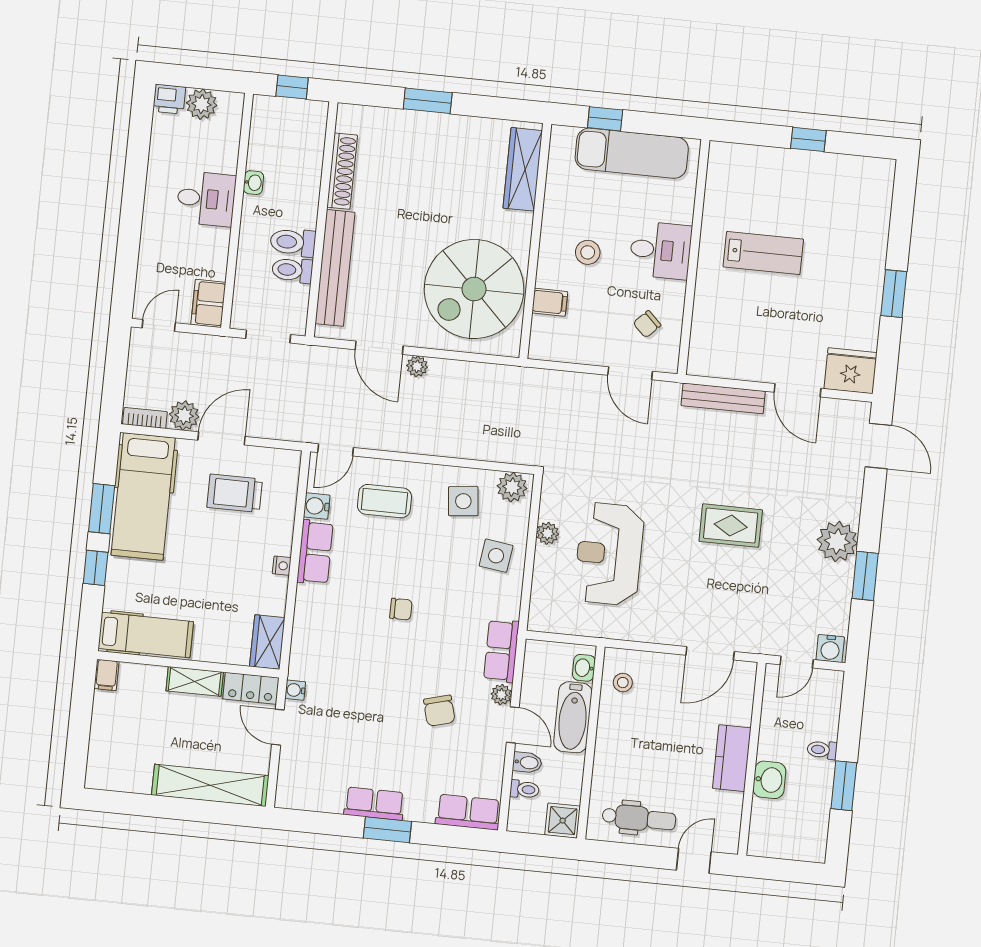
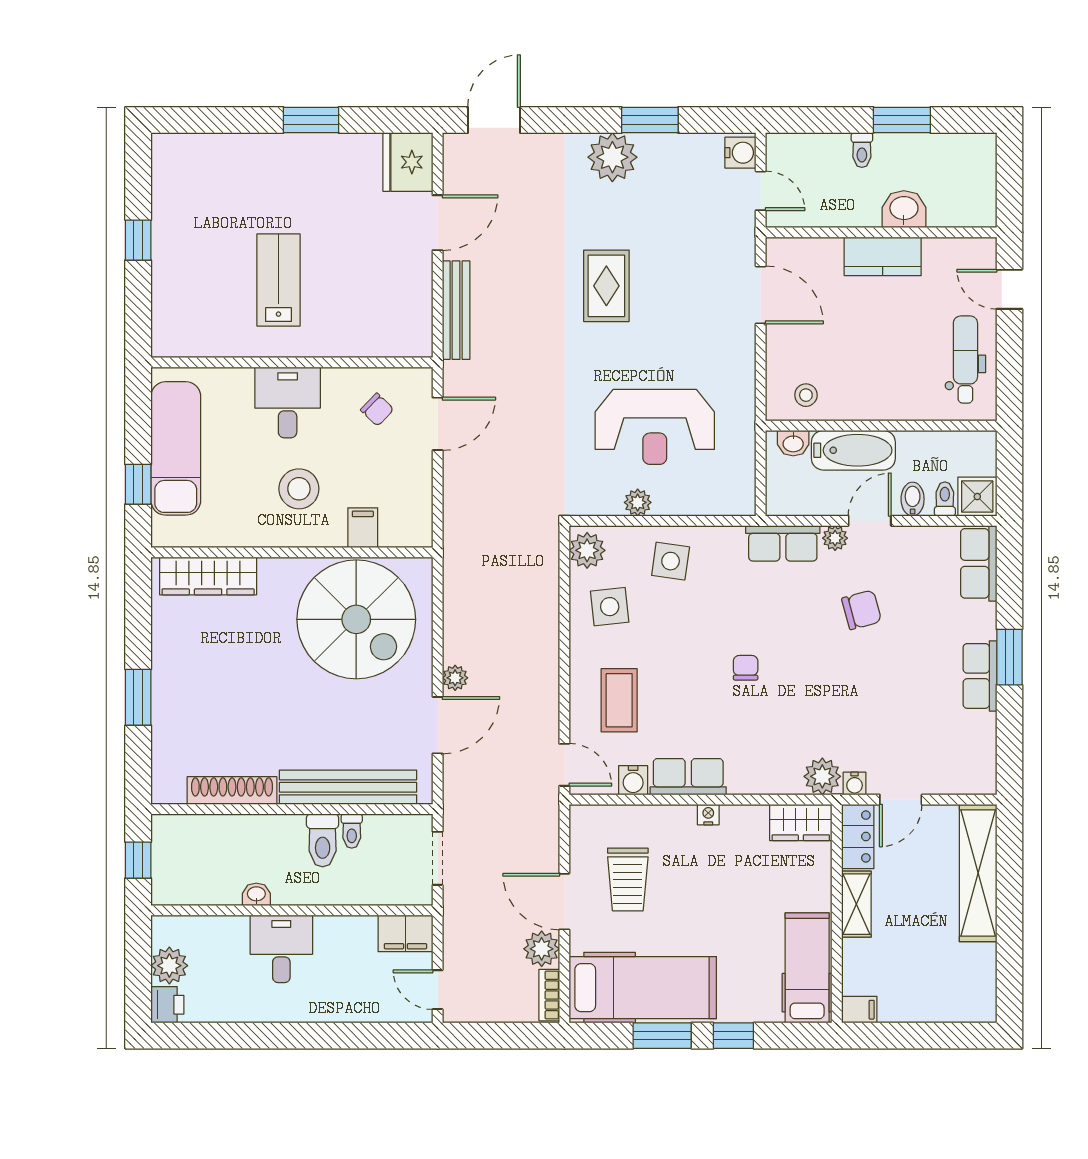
stool: (588, 252) -> (299, 489), width x1.38, depth x1.38
toilet: (292, 270) -> (352, 831), width x0.73, depth x0.72
plant: (304, 664) -> (822, 776), added
shower: (563, 821) -> (977, 497), moved

